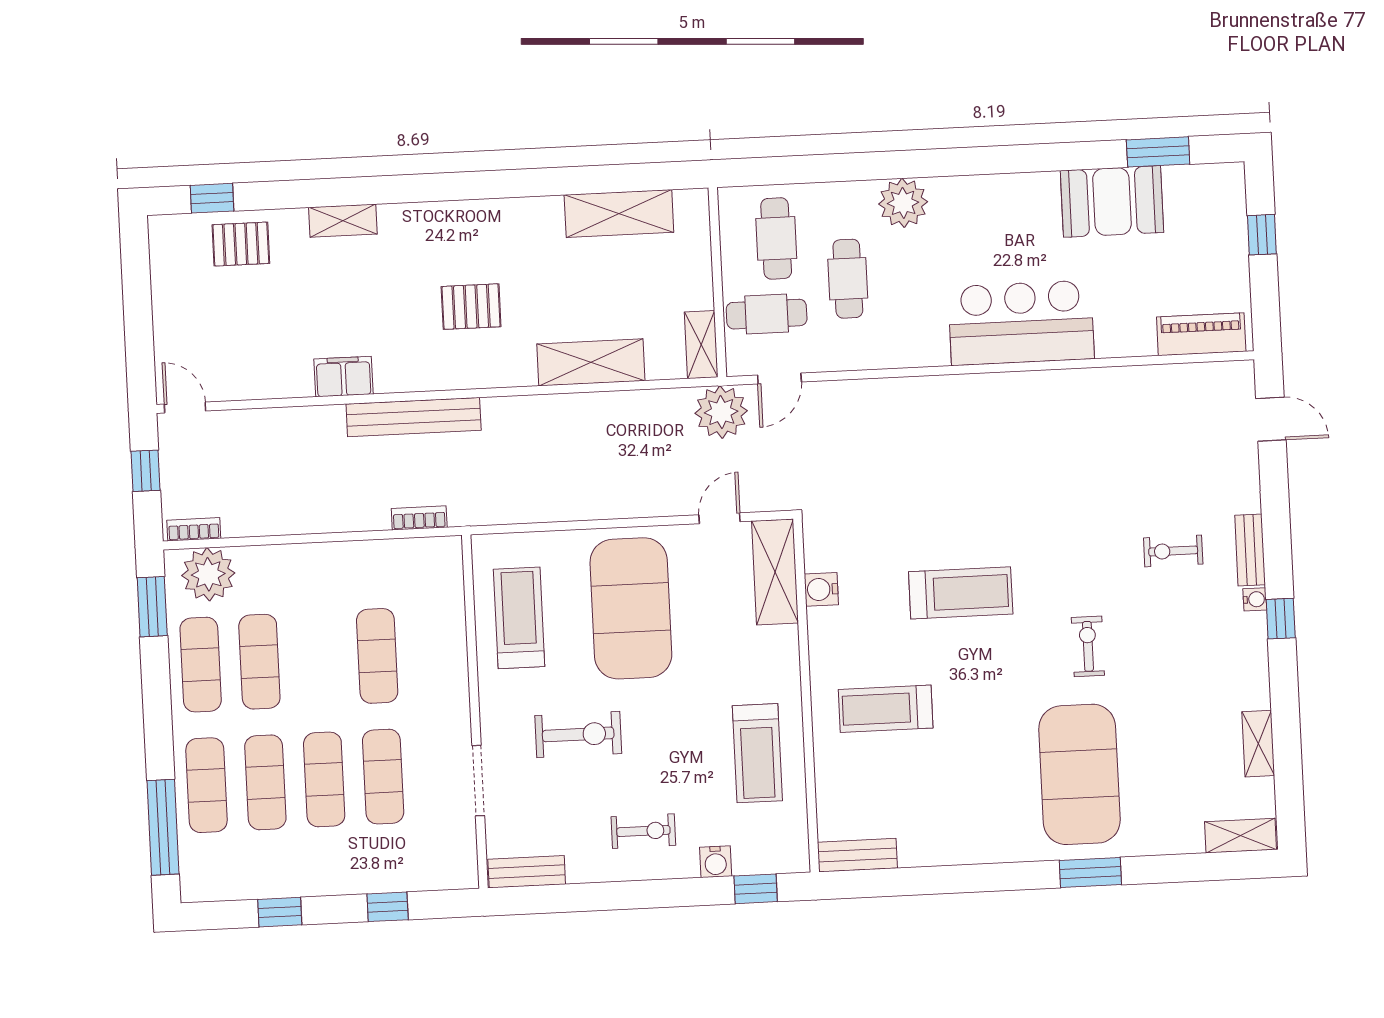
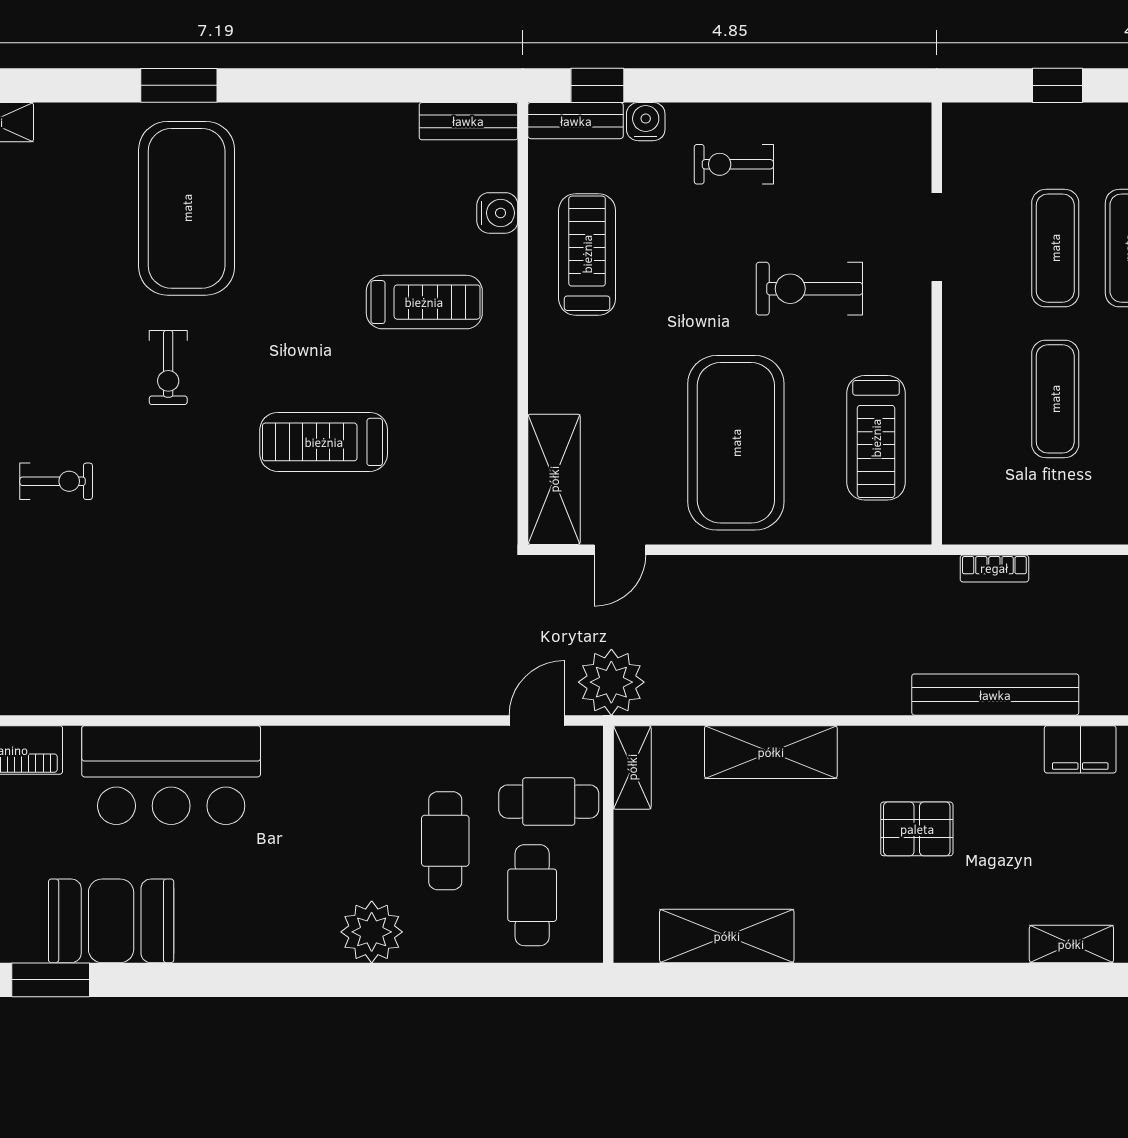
bar counter: (1021, 323) -> (171, 775), moved
water cooler: (821, 589) -> (497, 213), moved
bench: (527, 872) -> (576, 121), moved

